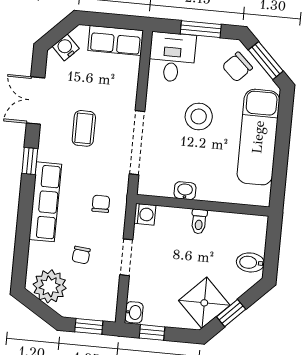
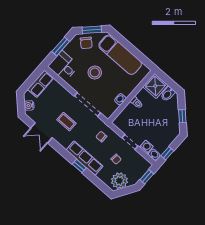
window: (30, 161) -> (79, 166), moved
washing machine: (145, 214) -> (146, 147), moved
shower: (204, 303) -> (155, 86), moved, turned -45

